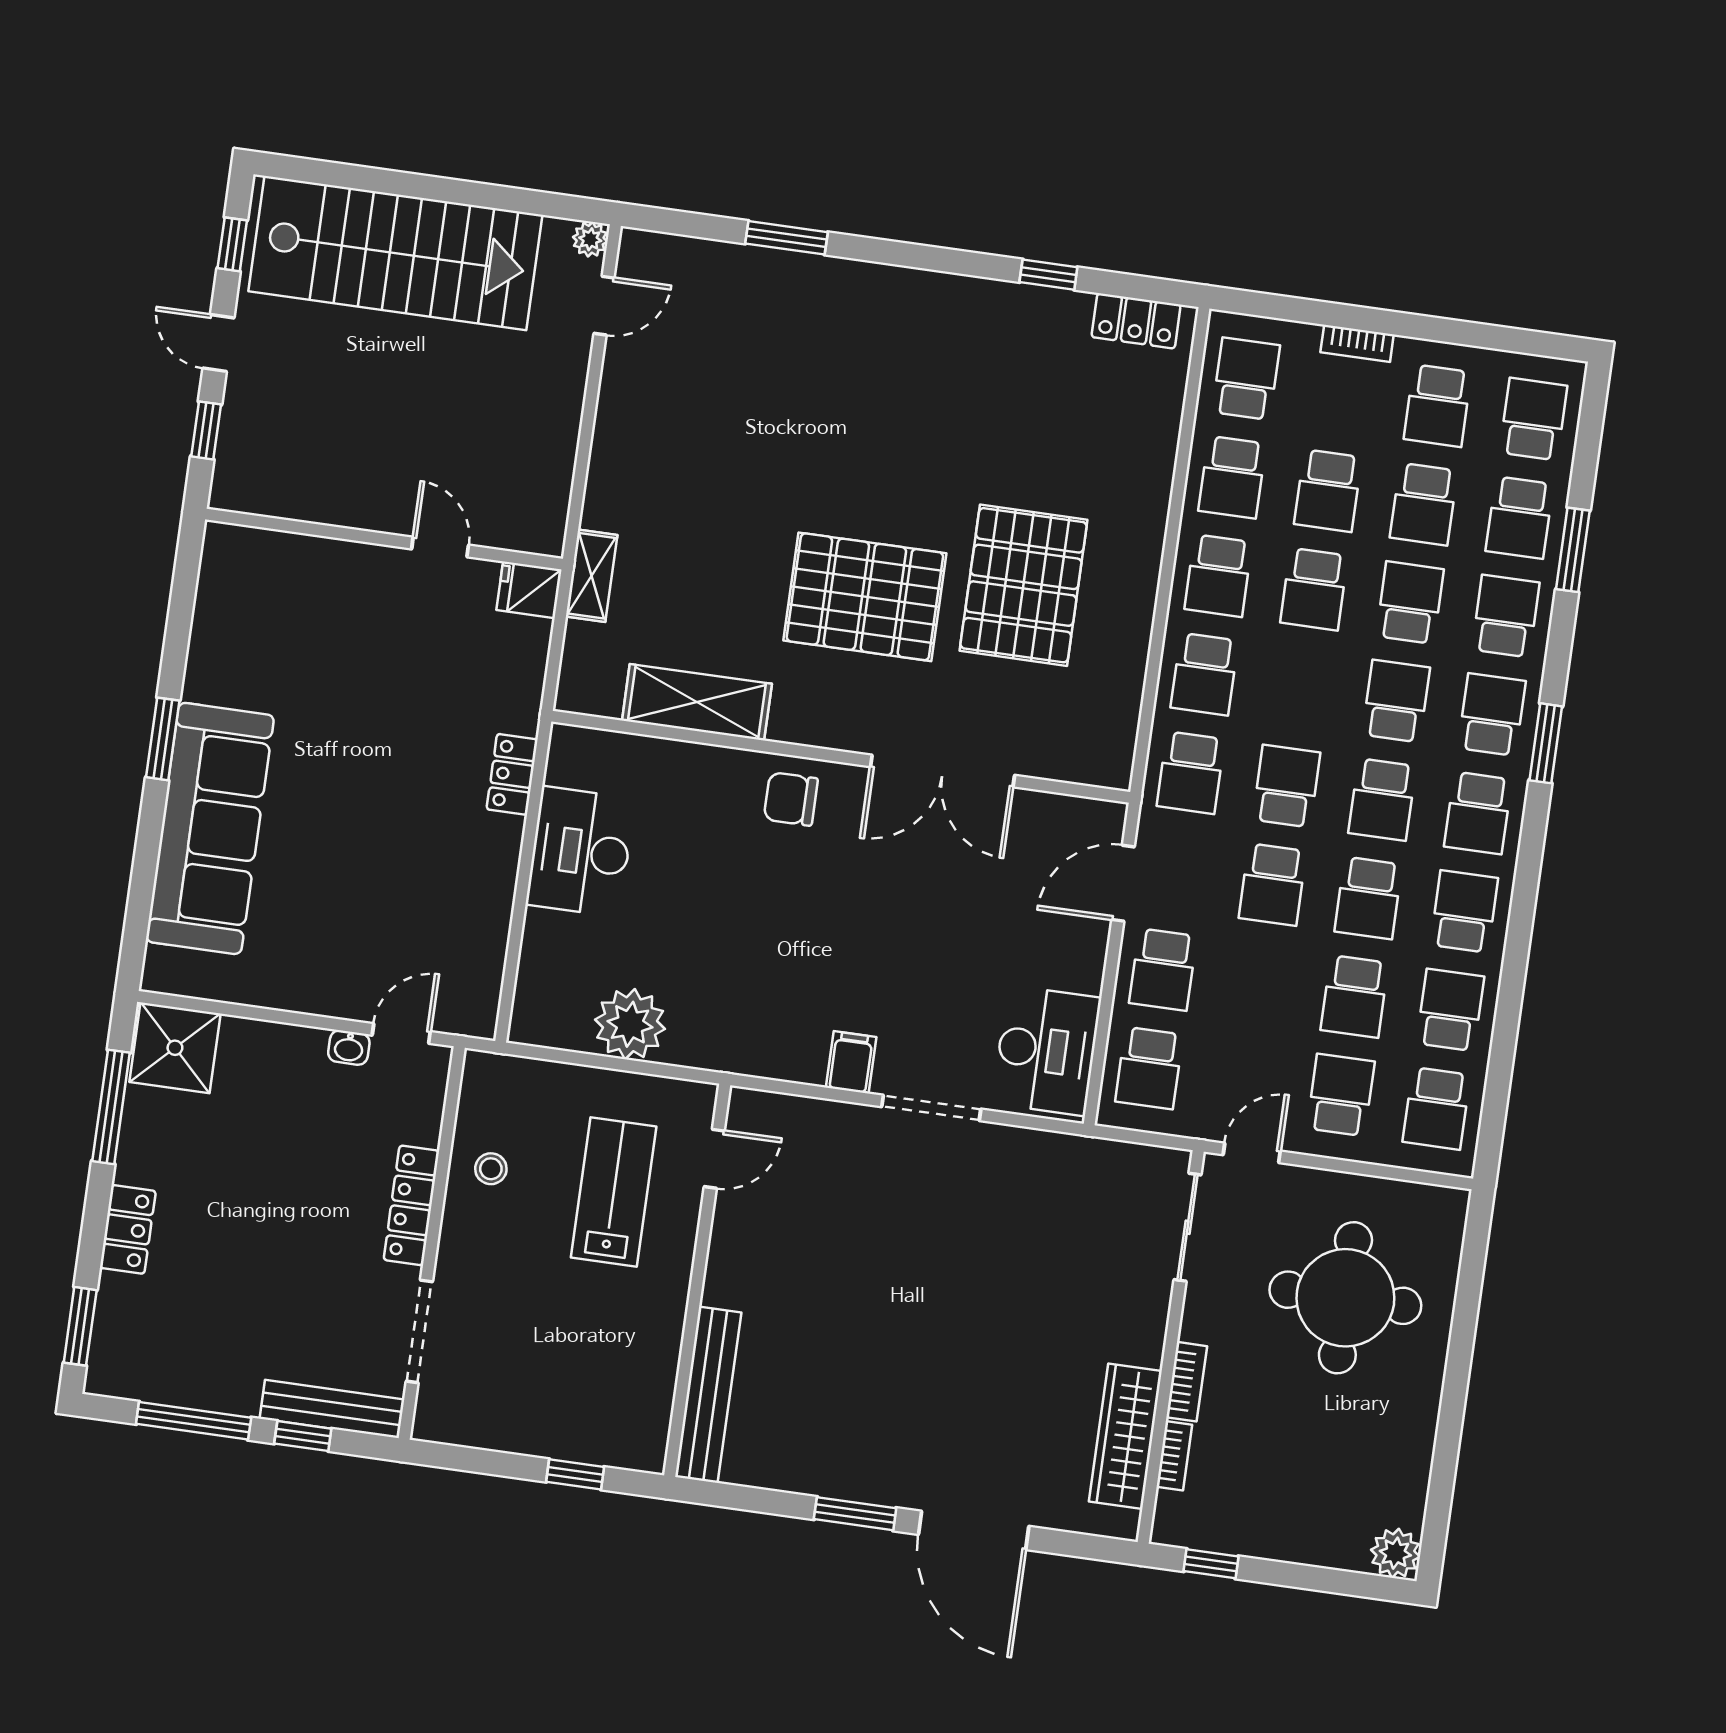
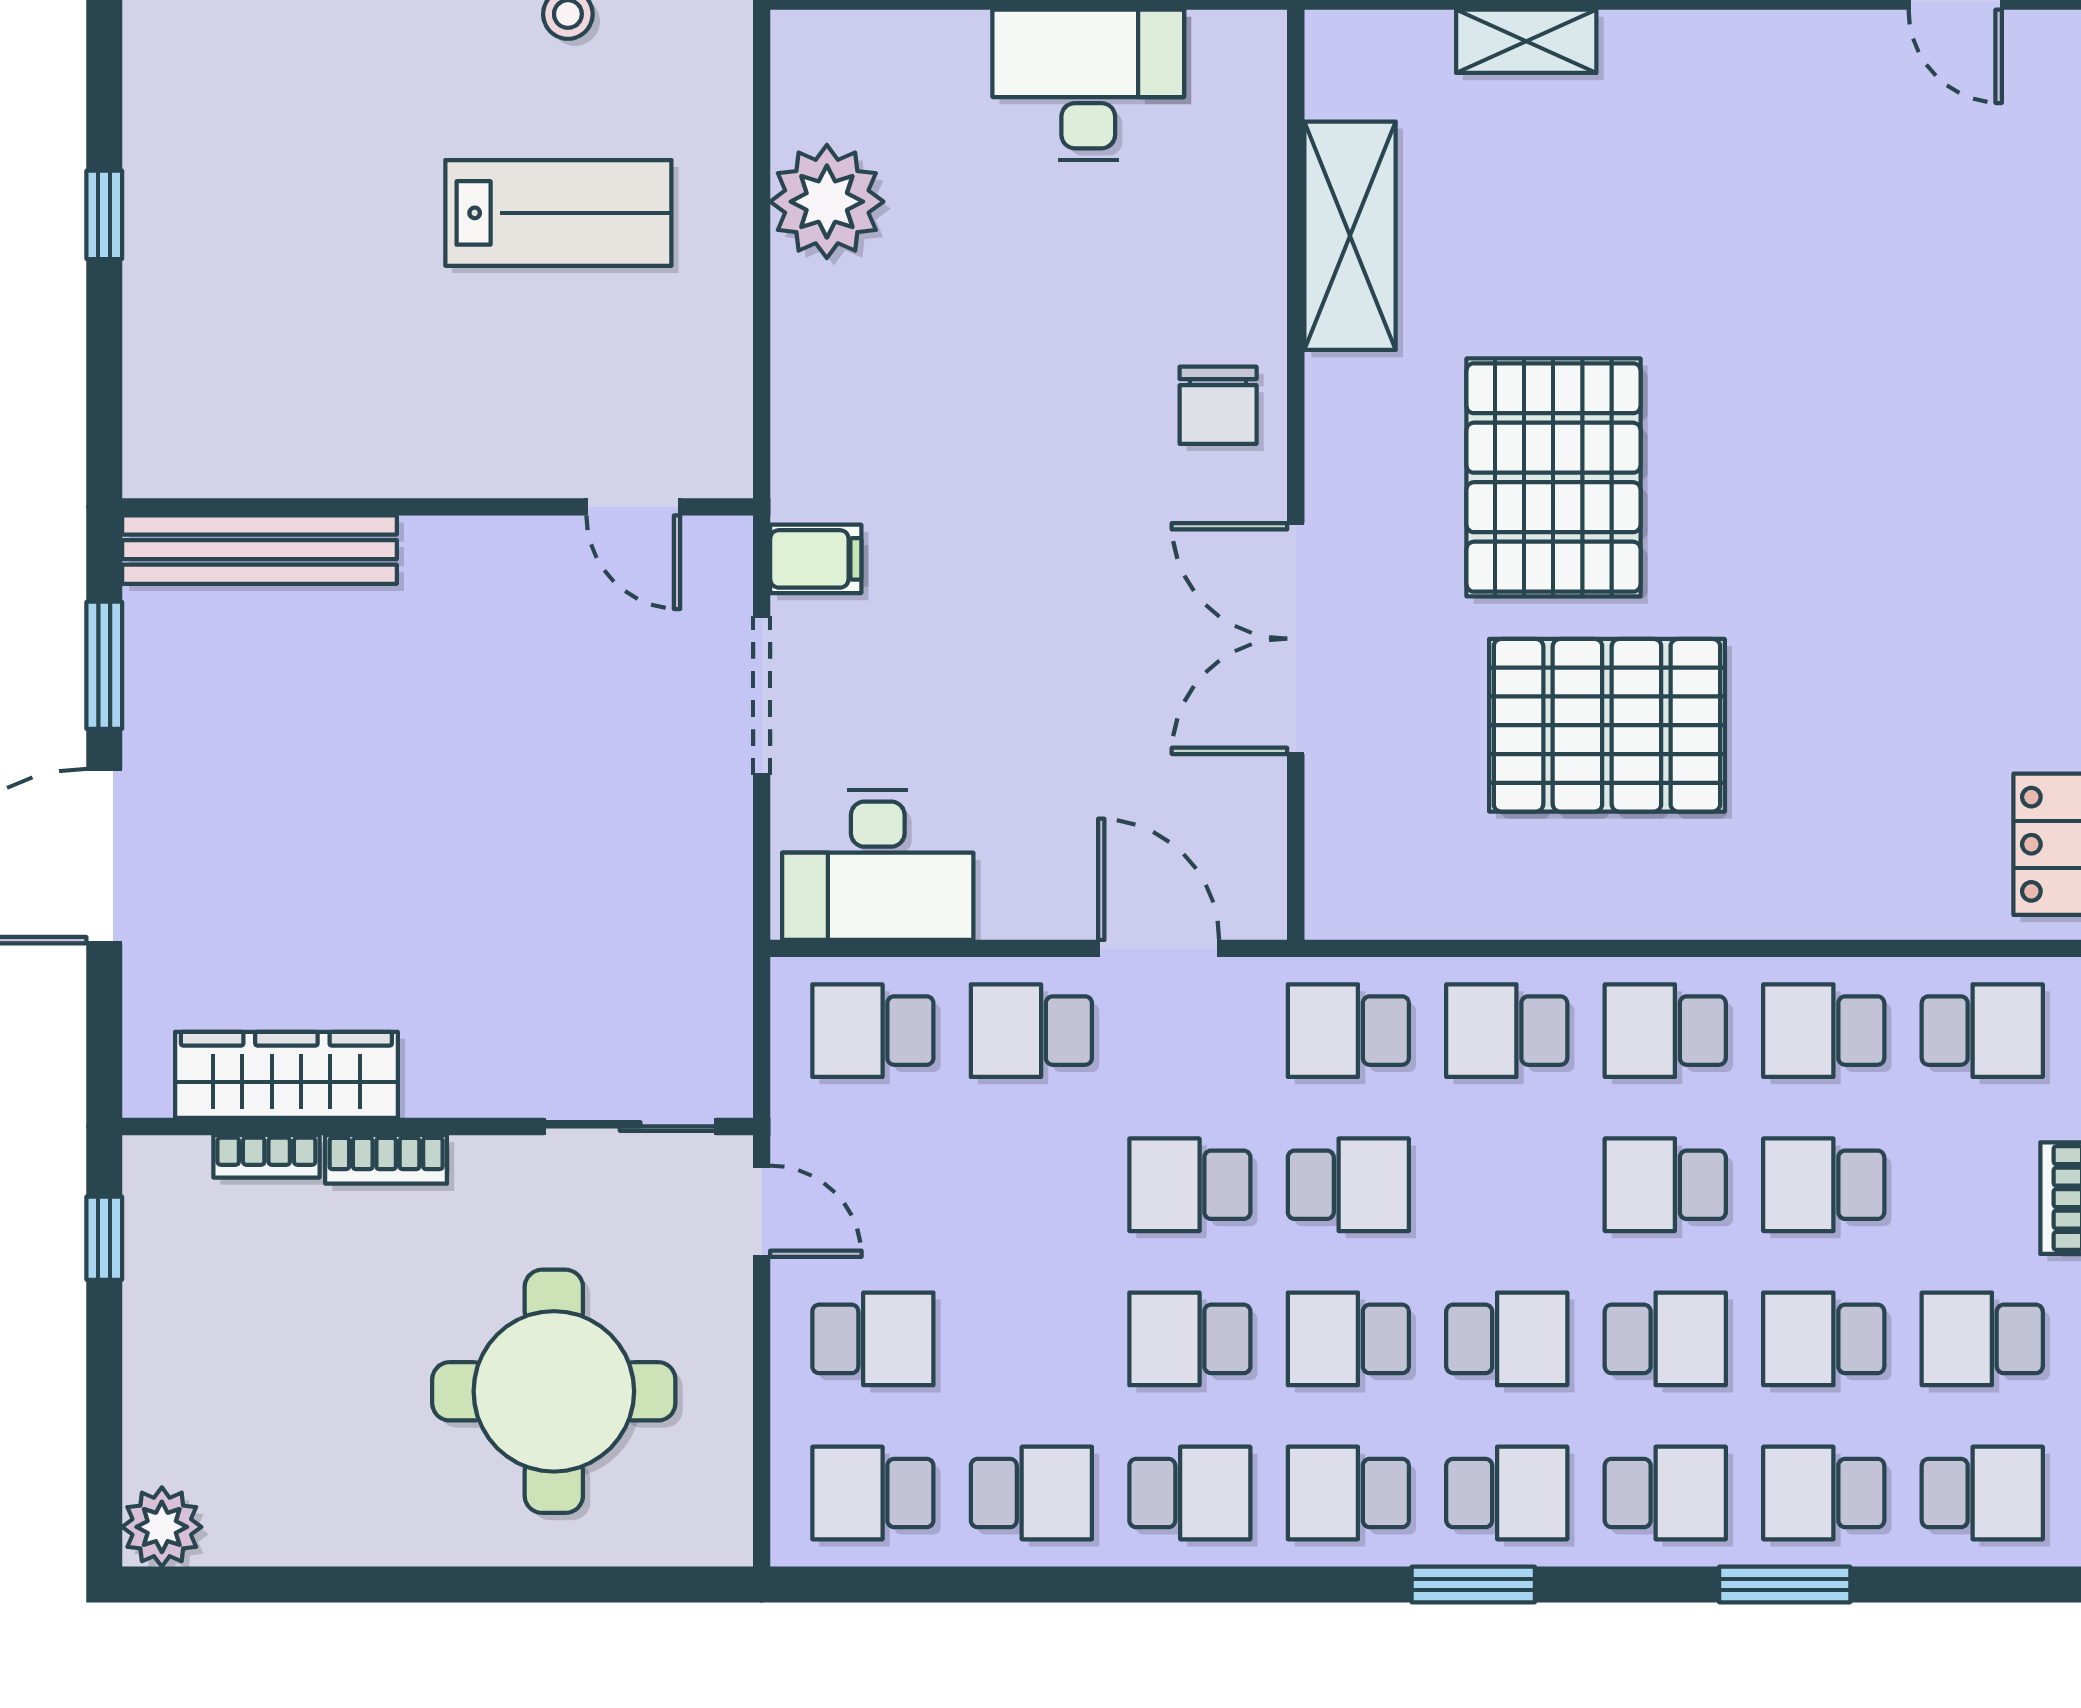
chair: (791, 799) -> (1218, 405), turned 180
school desk: (1355, 996) -> (1031, 1339), removed
door: (714, 1159) -> (633, 507), moved
wall: (697, 1280) -> (438, 507), moved
bench: (708, 1395) -> (259, 550), moved

